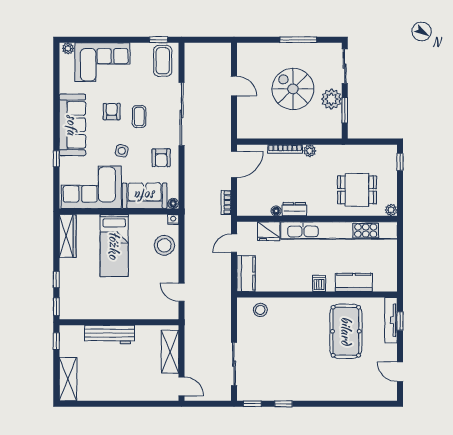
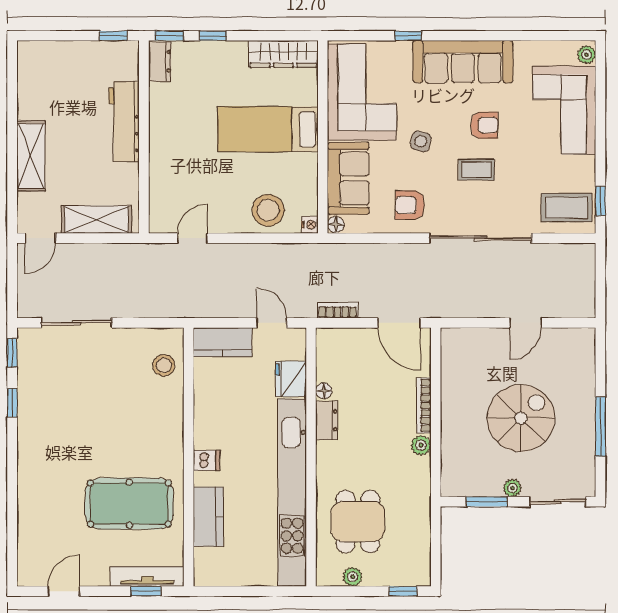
plant: (331, 99) -> (512, 488), width x0.53, depth x0.53
plant: (391, 210) -> (353, 577), moved
dresser: (72, 312) -> (160, 61), added
shelving: (68, 379) -> (31, 156), moved, turned 90

